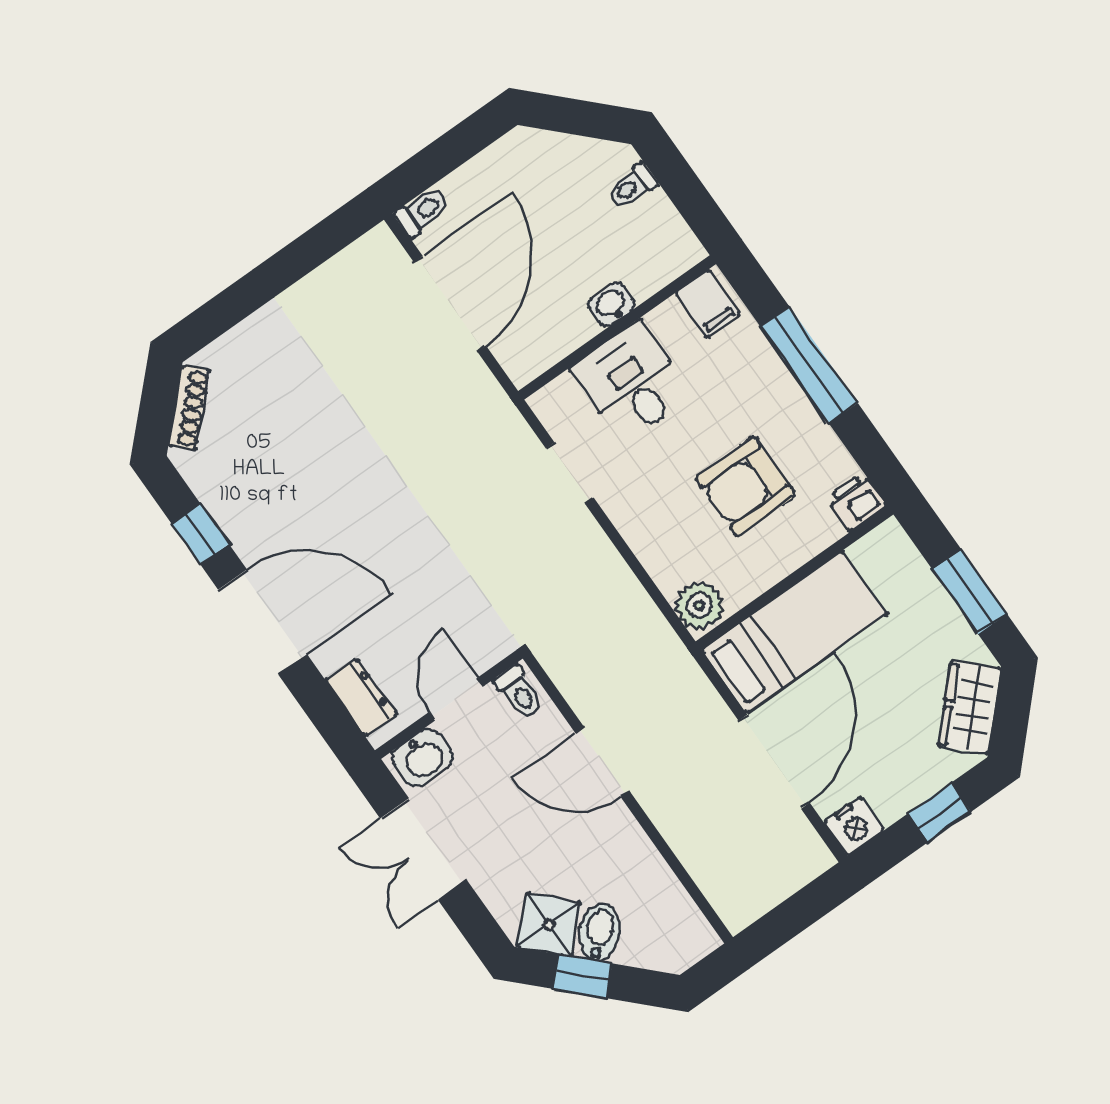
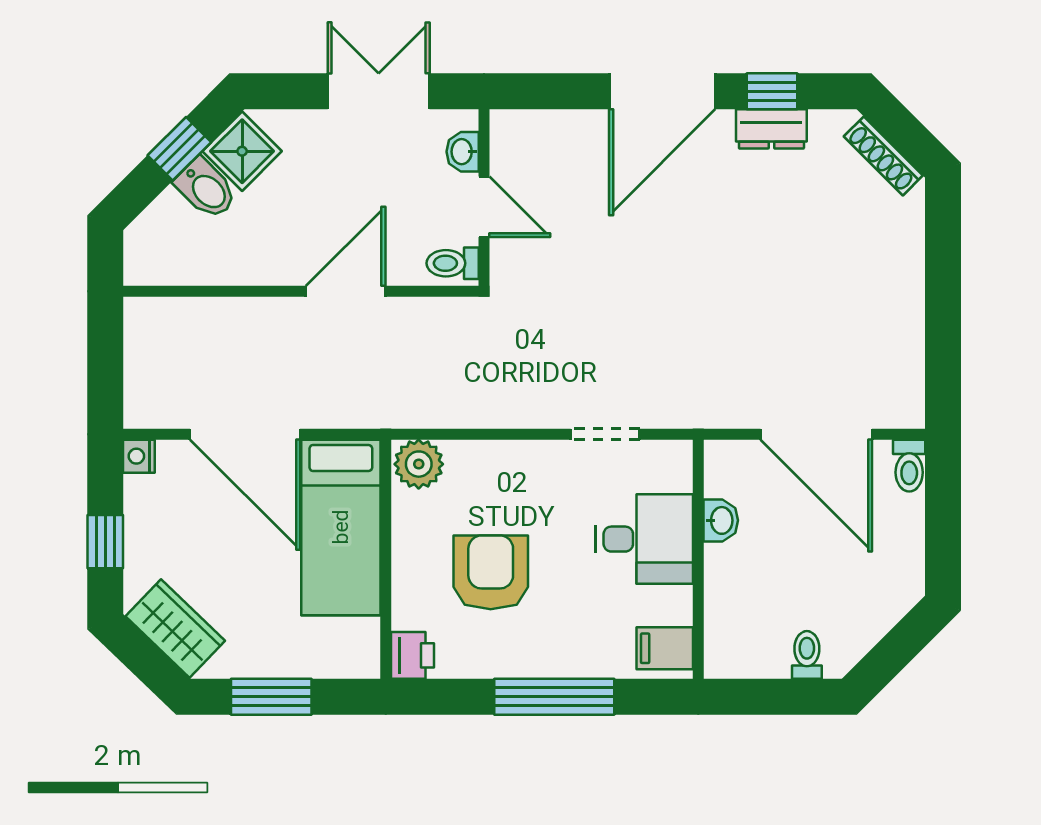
washbasin: (611, 304) -> (721, 520), moved
dresser: (361, 697) -> (771, 129), moved
washbasin: (422, 758) -> (463, 152), width x0.72, depth x0.69
nightstand: (854, 826) -> (139, 456), width x0.72, depth x0.74

